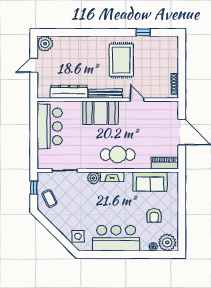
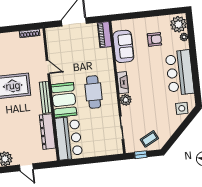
door: (137, 100) -> (48, 67), swing flipped
bar counter: (50, 126) -> (69, 138), moved, turned 90
cafe table: (118, 155) -> (94, 92), moved

